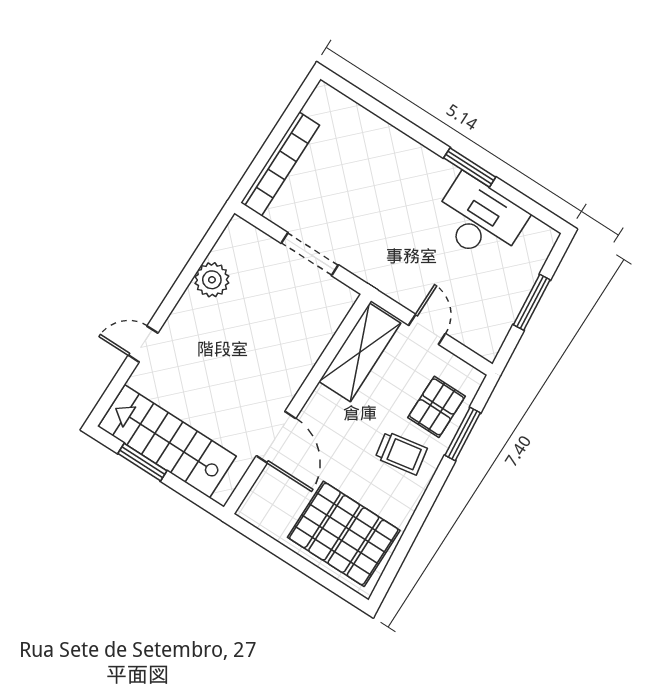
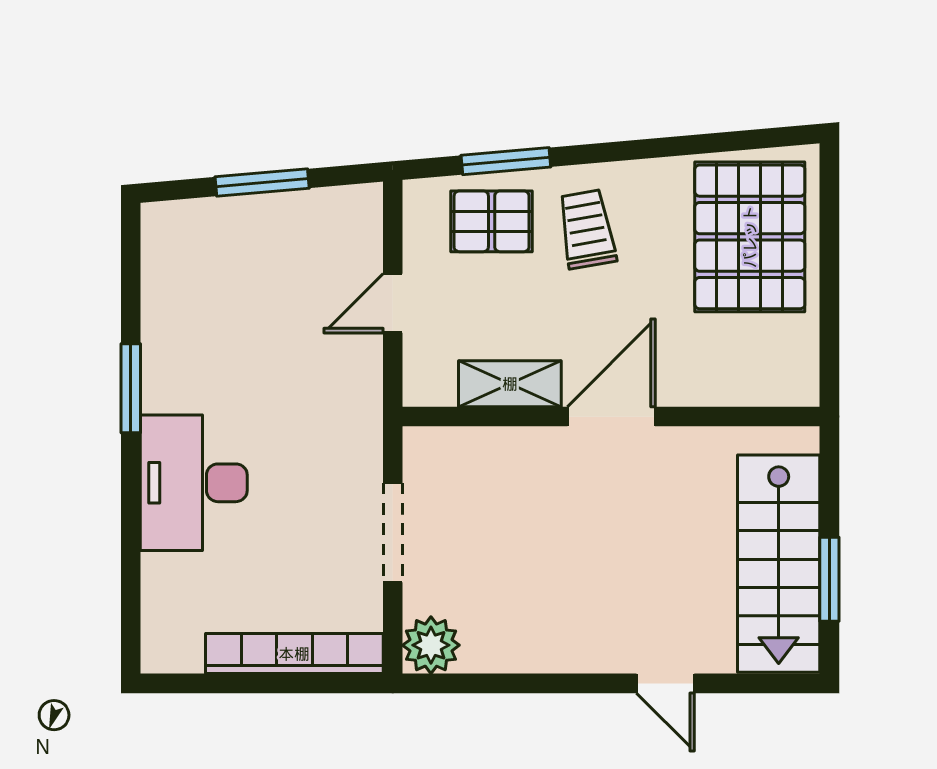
desk: (479, 219) -> (194, 483), moved
plant: (212, 280) -> (431, 645), moved
shelving: (360, 352) -> (510, 384), width x0.67, depth x0.75
door: (276, 437) -> (611, 417), moved

